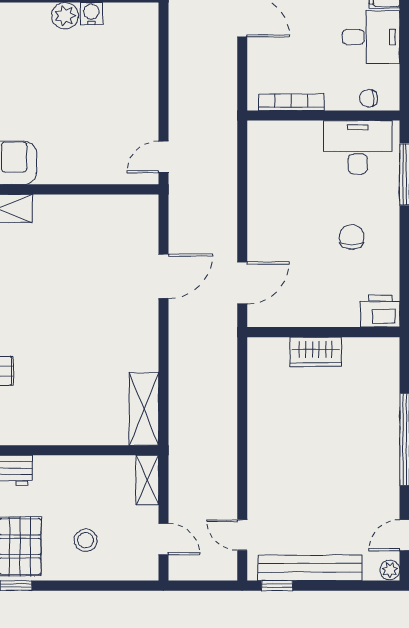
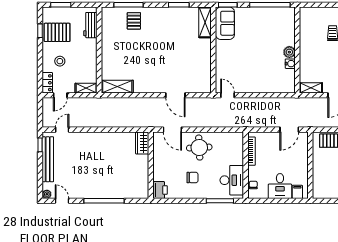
round table: (283, 222) -> (199, 148), added
wardrobe: (316, 352) -> (142, 143), moved
locker: (135, 569) -> (47, 83), added

